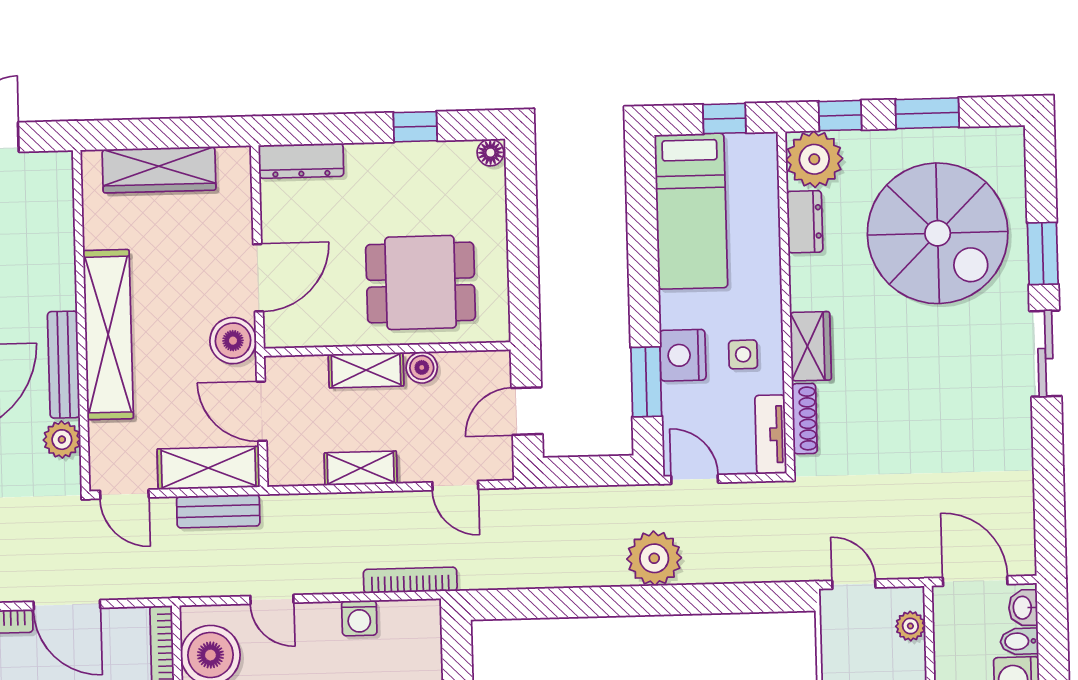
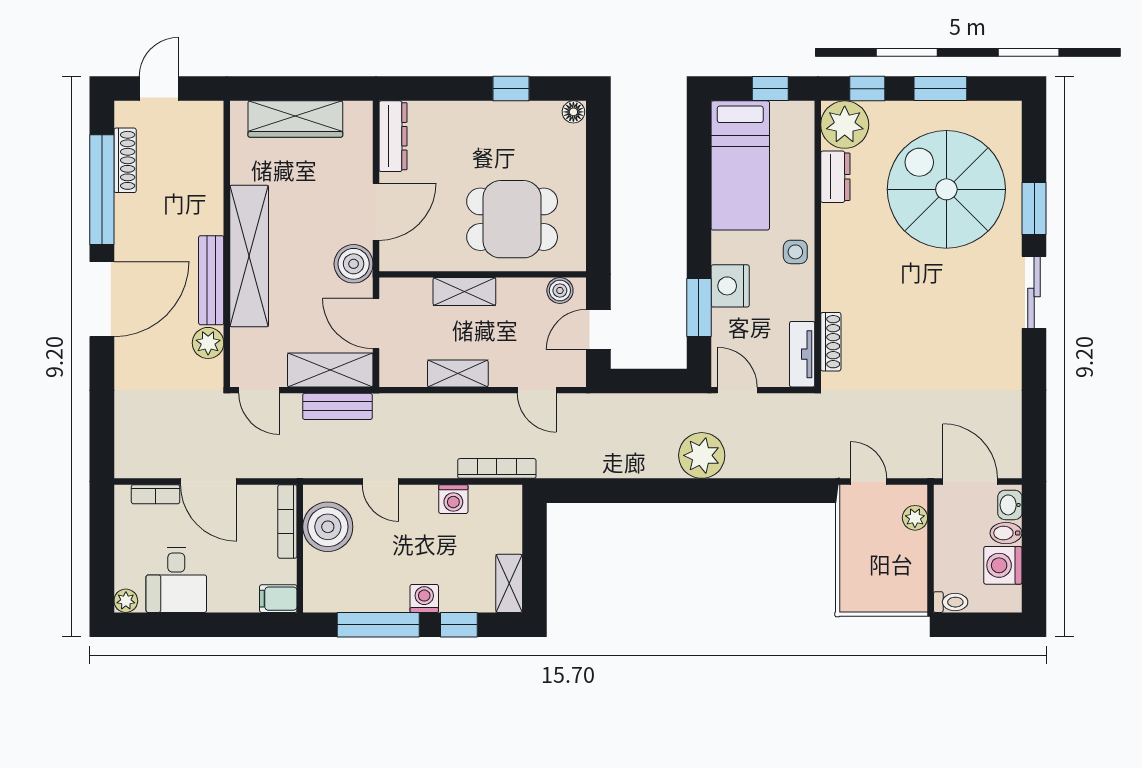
dresser: (301, 161) -> (393, 136), moved, turned -90
spiral stairs: (938, 233) -> (946, 189), turned 180
wardrobe: (811, 346) -> (837, 281), removed
side table: (743, 354) -> (795, 252), moved
boiler: (422, 367) -> (560, 290), moved

